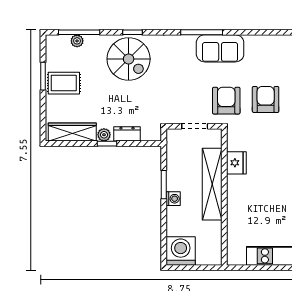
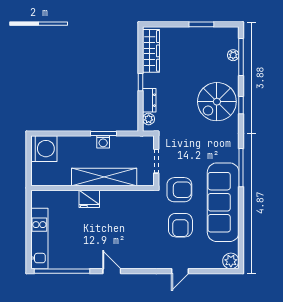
sofa: (220, 48) -> (223, 202), width x1.85, depth x1.27
rug: (64, 83) -> (195, 43), removed
armchair: (266, 99) -> (180, 225), turned 90
plant: (104, 135) -> (149, 119), moved
fridge: (236, 163) -> (89, 199), moved
washing machine: (173, 199) -> (103, 142), moved

